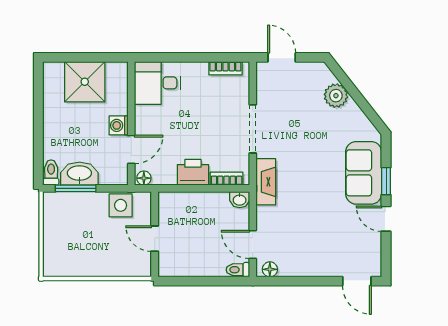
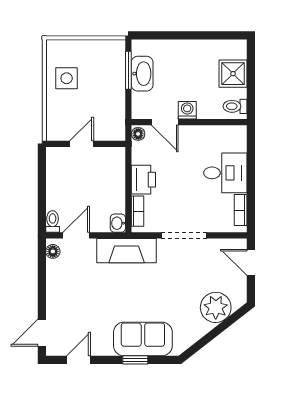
door: (282, 57) -> (251, 262), swing flipped
shower: (85, 82) -> (233, 74), width x0.73, depth x0.73
desk: (157, 83) -> (225, 173), moved, turned 90
plant: (336, 96) -> (216, 307), width x1.36, depth x1.36
toilet: (51, 173) -> (235, 106), moved, turned 180
fireplace: (266, 182) -> (127, 251), width x1.37, depth x1.32
side table: (121, 205) -> (67, 78), moved
door: (386, 219) -> (78, 360), moved

